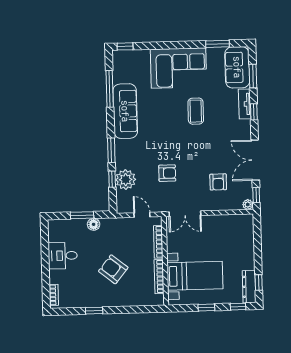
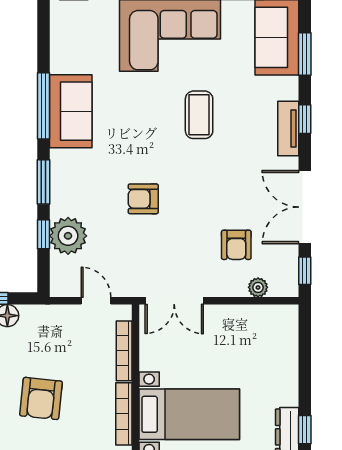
window: (110, 89) -> (43, 106), moved
tv unit: (245, 104) -> (288, 129), moved
sofa: (125, 111) -> (71, 111), width x0.73
armchair: (167, 173) -> (143, 199), moved, turned 180
plant: (248, 205) -> (258, 287), moved
armchair: (113, 269) -> (41, 398), turned -123

